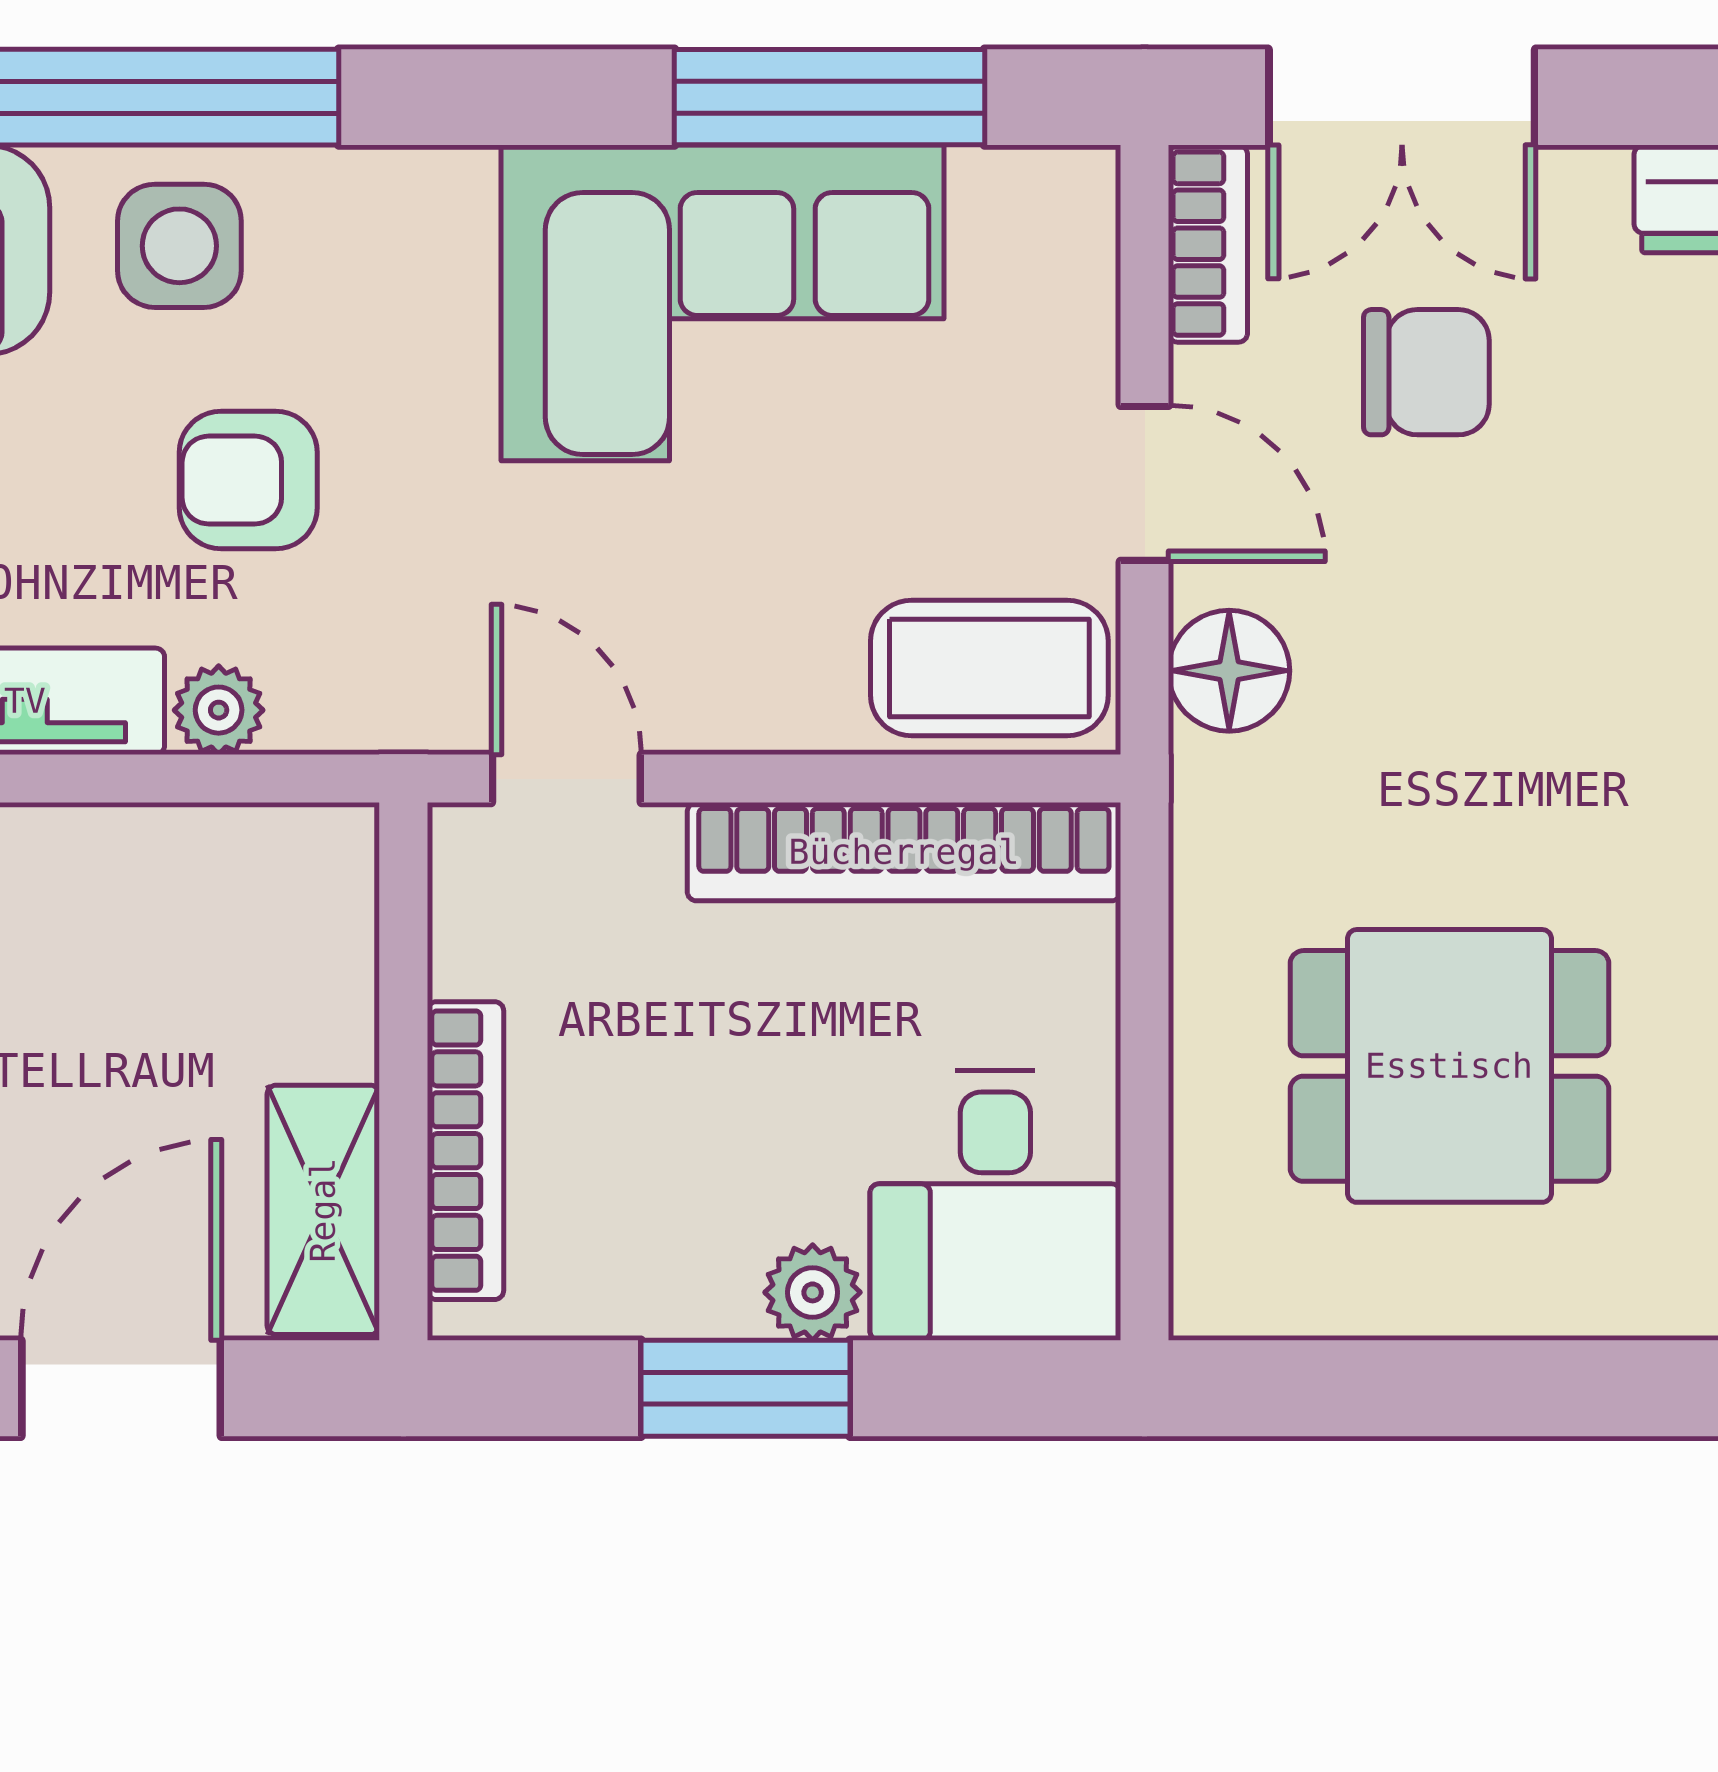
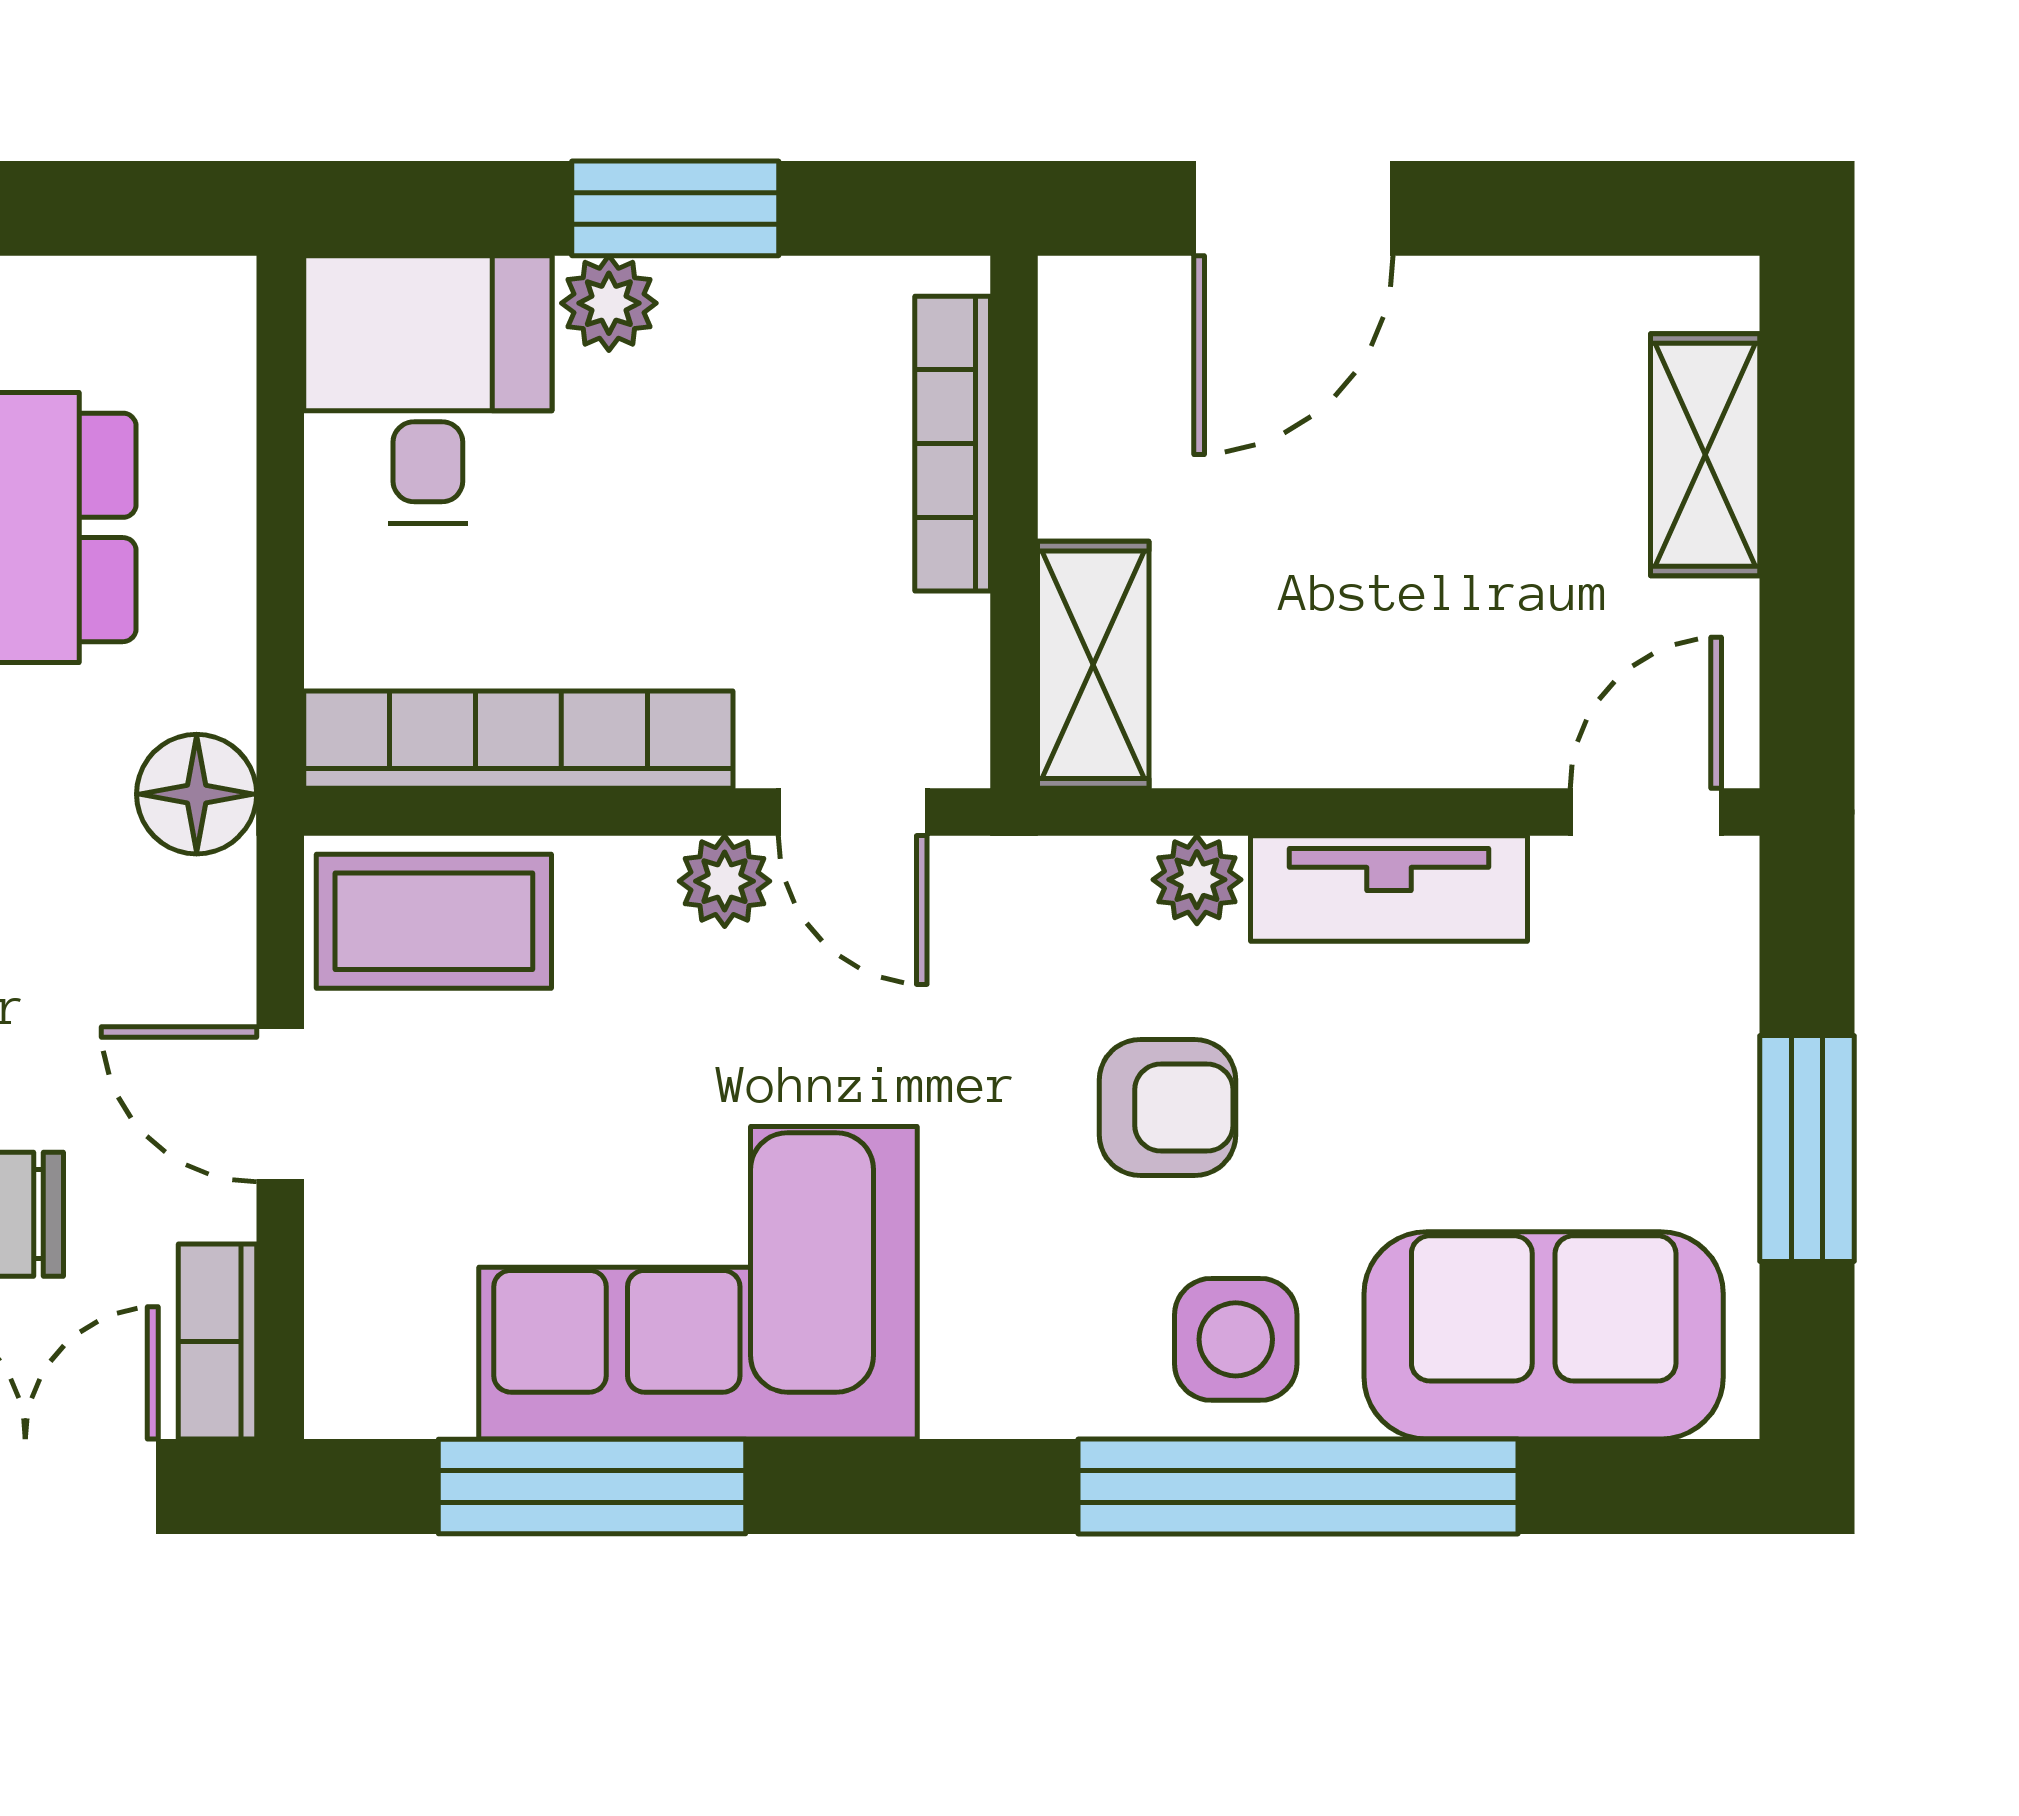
floor lamp: (1229, 671) -> (197, 794), moved
plant: (696, 709) -> (725, 881), added
shelving: (323, 1210) -> (1093, 665), moved

